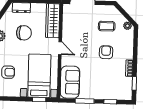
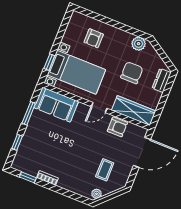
chair: (24, 33) -> (132, 73), turned 180
armchair: (106, 52) -> (117, 127), moved

